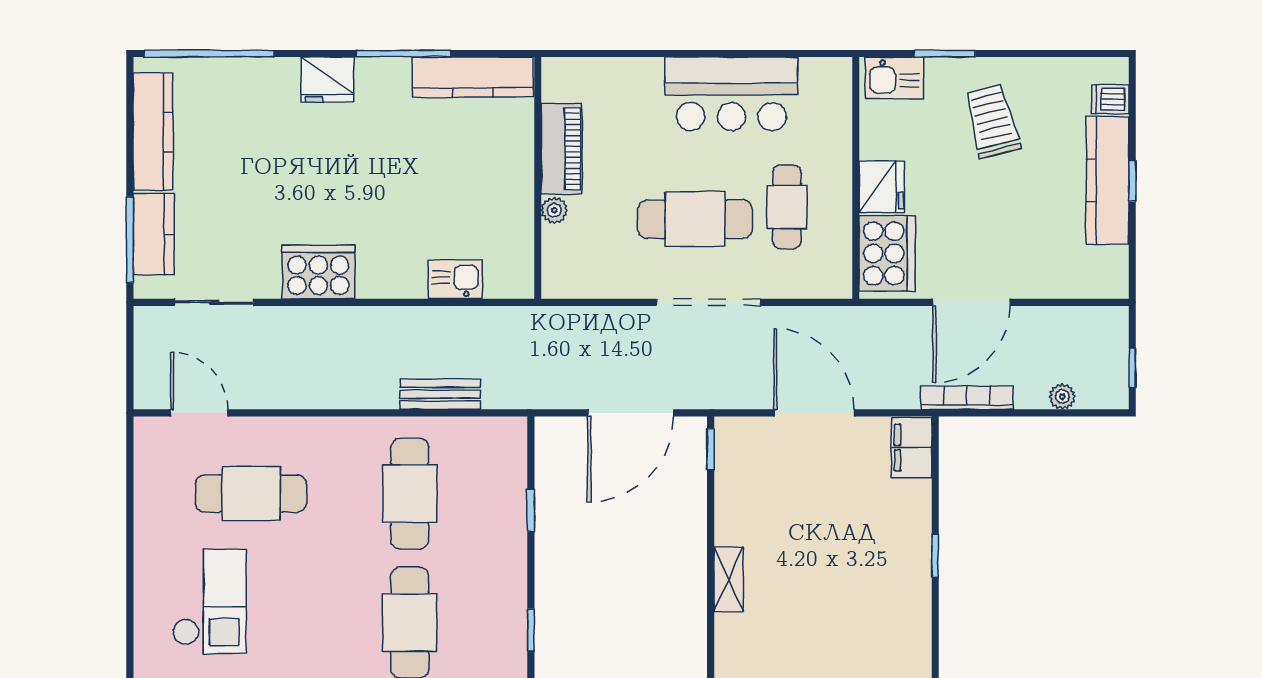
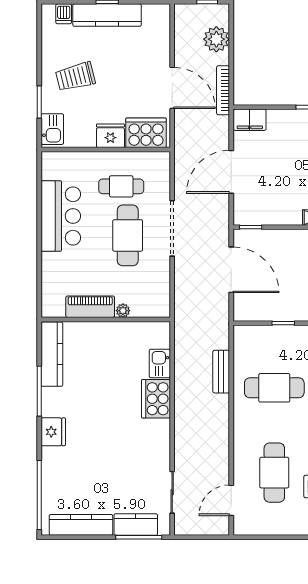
cooker: (318, 272) -> (156, 399), moved
plant: (1062, 397) -> (216, 39), width x1.88, depth x1.88

